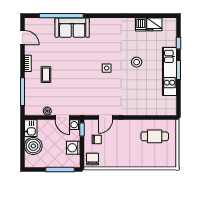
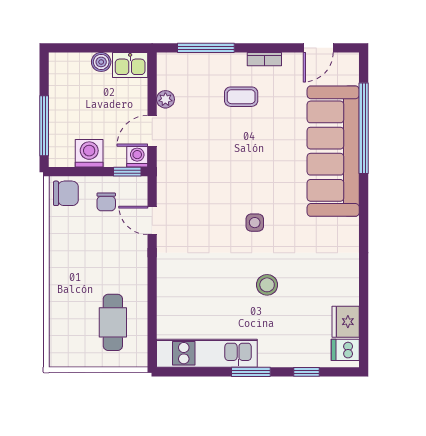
dishwasher: (141, 25) -> (345, 350), moved
sofa: (72, 28) -> (333, 151), width x1.85, depth x1.27
kitchen unit: (169, 71) -> (207, 353), moved
boiler: (33, 146) -> (101, 62), width x0.54, depth x0.54

